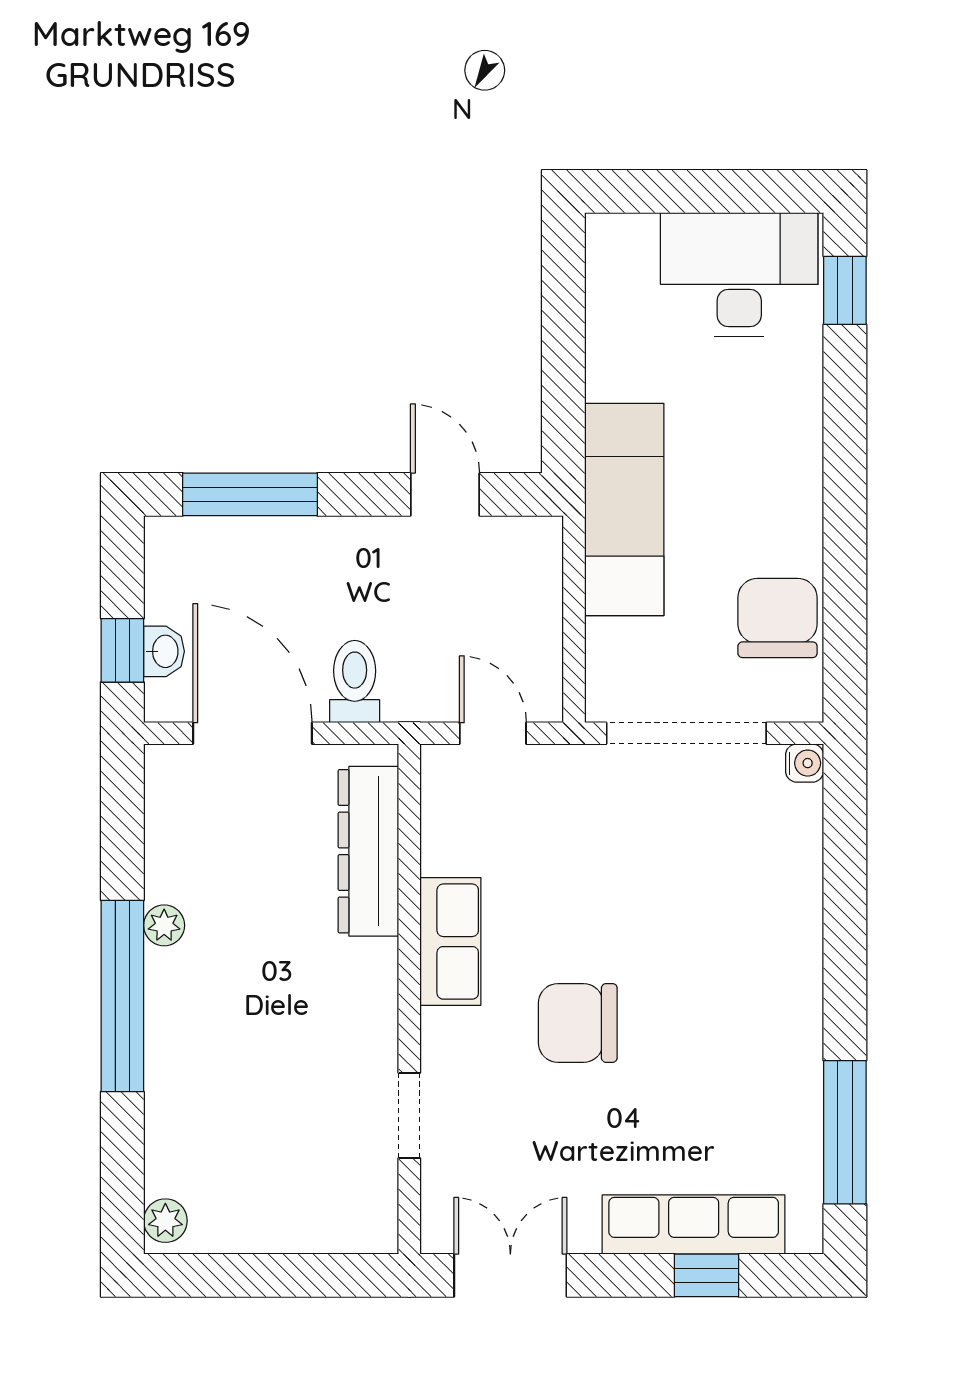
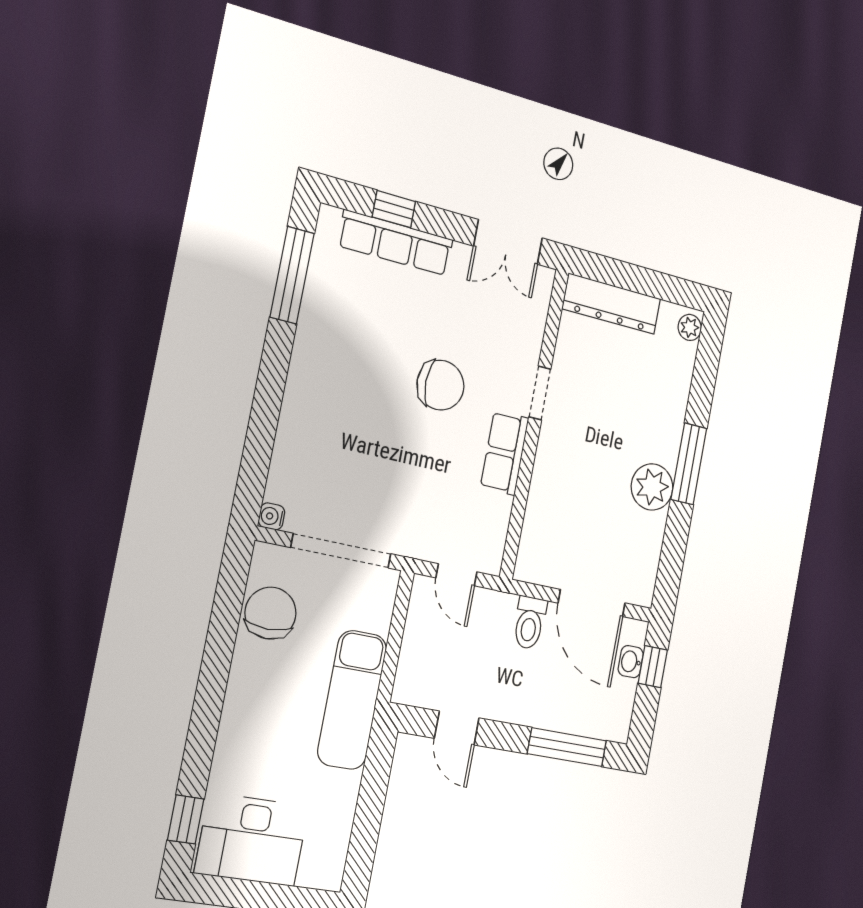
chair: (778, 618) -> (271, 613), turned 180
dresser: (368, 851) -> (612, 304), moved, turned 90
plant: (164, 925) -> (652, 487), width x1.87, depth x1.87
window: (122, 996) -> (689, 464), width x0.68
doorway: (409, 1115) -> (540, 393), moved

